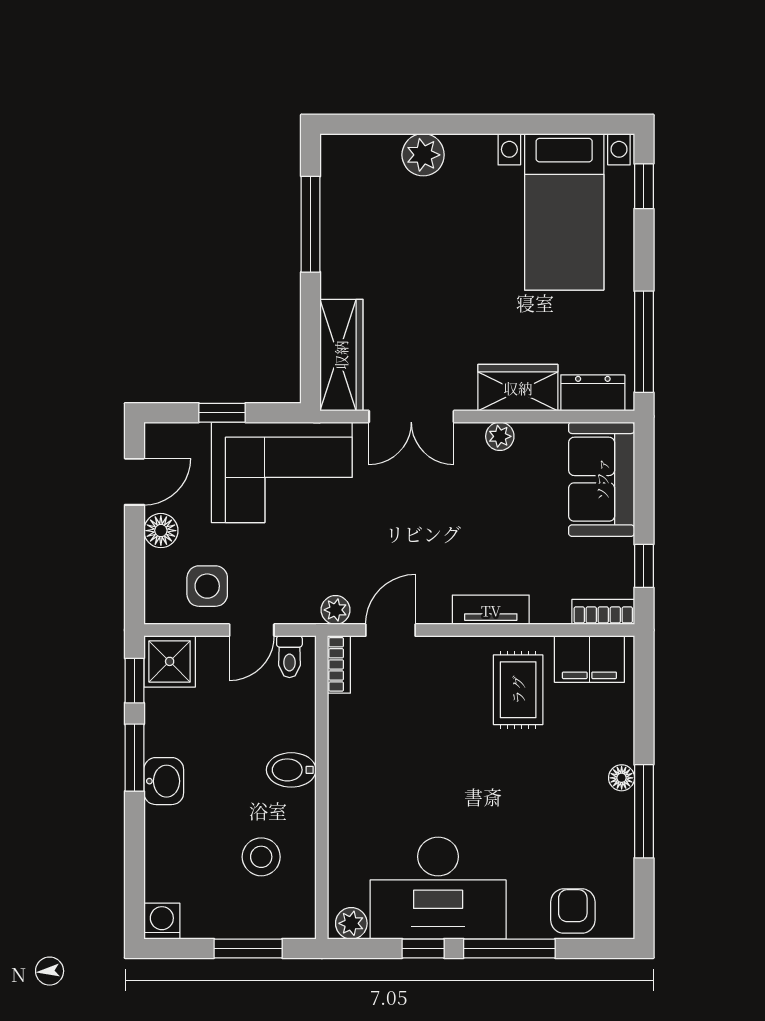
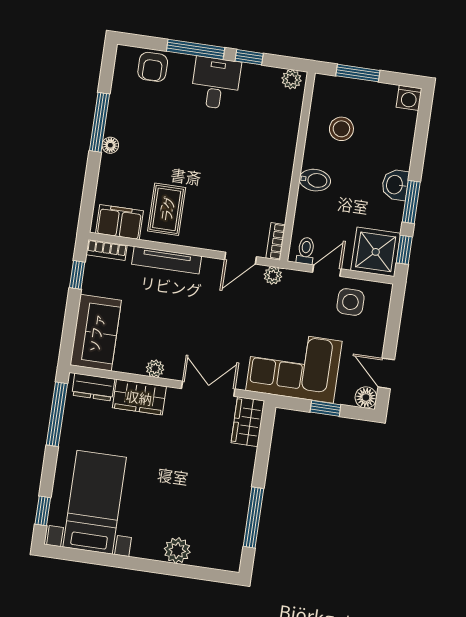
wardrobe: (341, 355) -> (248, 422), width x0.67
door: (134, 482) -> (386, 373), hinge flipped
floor lamp: (161, 531) -> (366, 397), moved
tv unit: (491, 610) -> (167, 260), width x1.41
shower: (170, 661) -> (376, 252), width x1.36, depth x1.36
desk: (438, 888) -> (216, 83), width x0.53, depth x0.77

